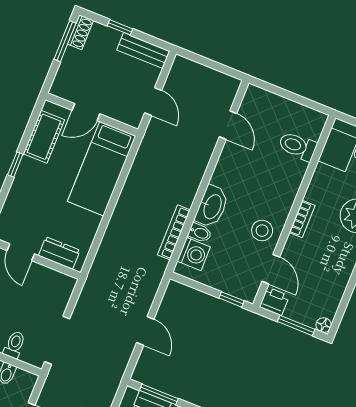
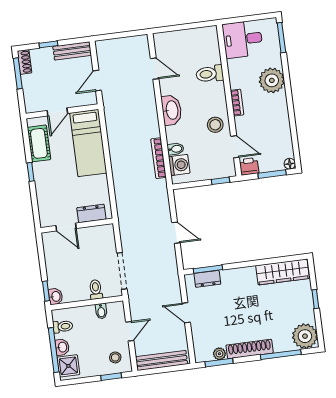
door: (153, 102) -> (97, 81), swing flipped
toilet: (298, 146) -> (210, 74), moved
washbasin: (212, 206) -> (172, 110), moved

